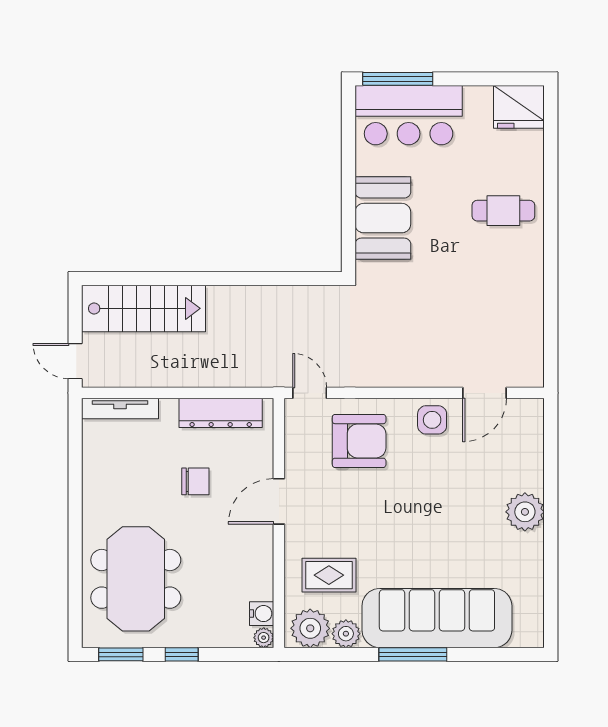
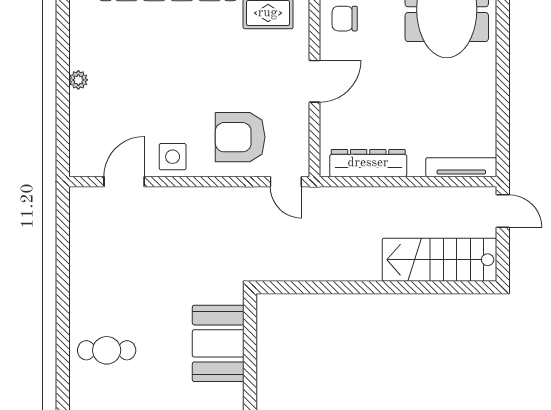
chair: (195, 481) -> (345, 19), moved
plant: (525, 512) -> (78, 80), width x0.53, depth x0.53

